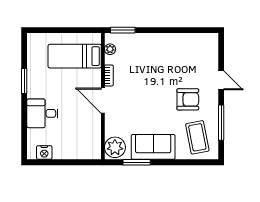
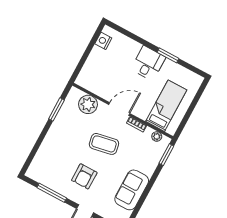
desk: (42, 113) -> (148, 63), moved
coffee table: (197, 137) -> (104, 144), moved
plant: (115, 147) -> (88, 104), moved
sofa: (153, 147) -> (132, 190), moved, turned 180

